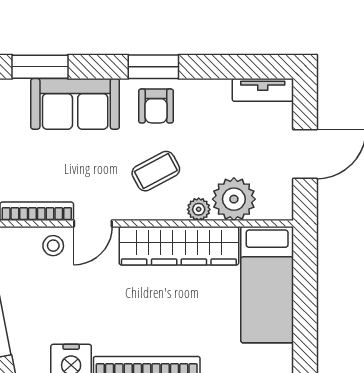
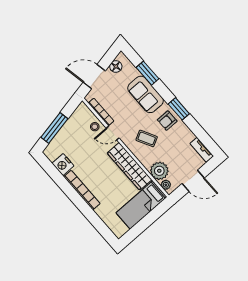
plant: (199, 209) -> (166, 185), moved

